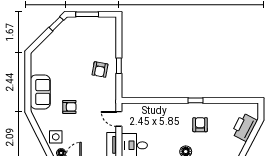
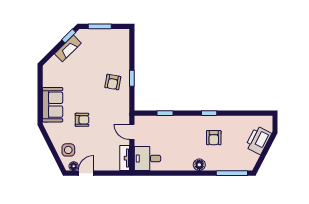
fireplace: (55, 36) -> (68, 48), added
window: (152, 100) -> (165, 113), added
armchair: (200, 125) -> (214, 138), turned 180

